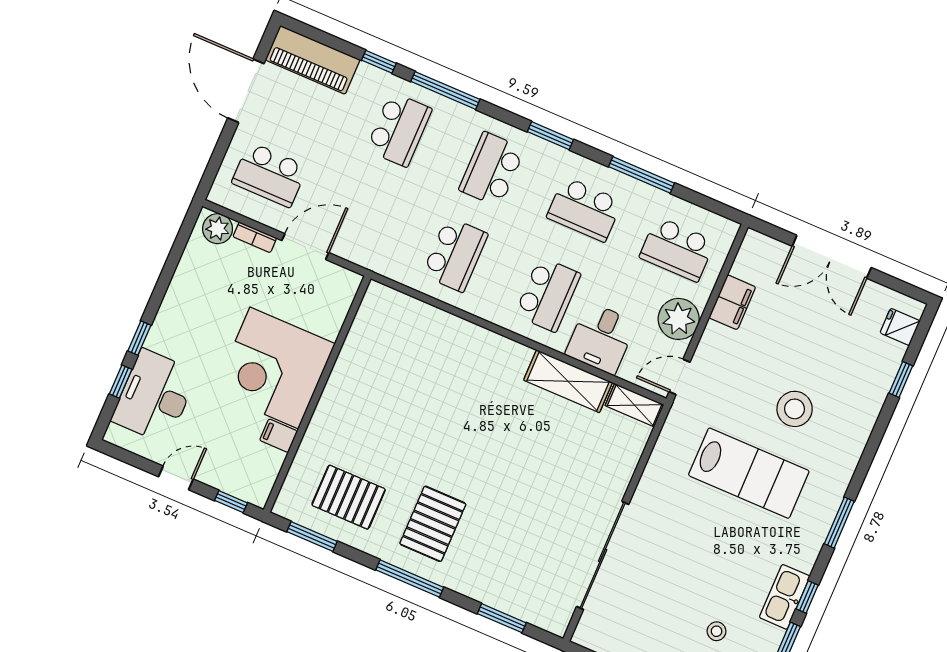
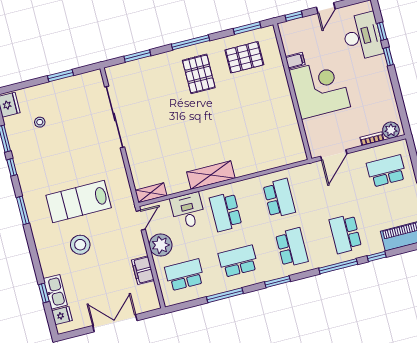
door: (305, 247) -> (334, 155), moved
school desk: (455, 254) -> (279, 198), turned 180
shelving: (568, 381) -> (211, 175), moved
kitchen sink: (785, 597) -> (55, 292), moved

